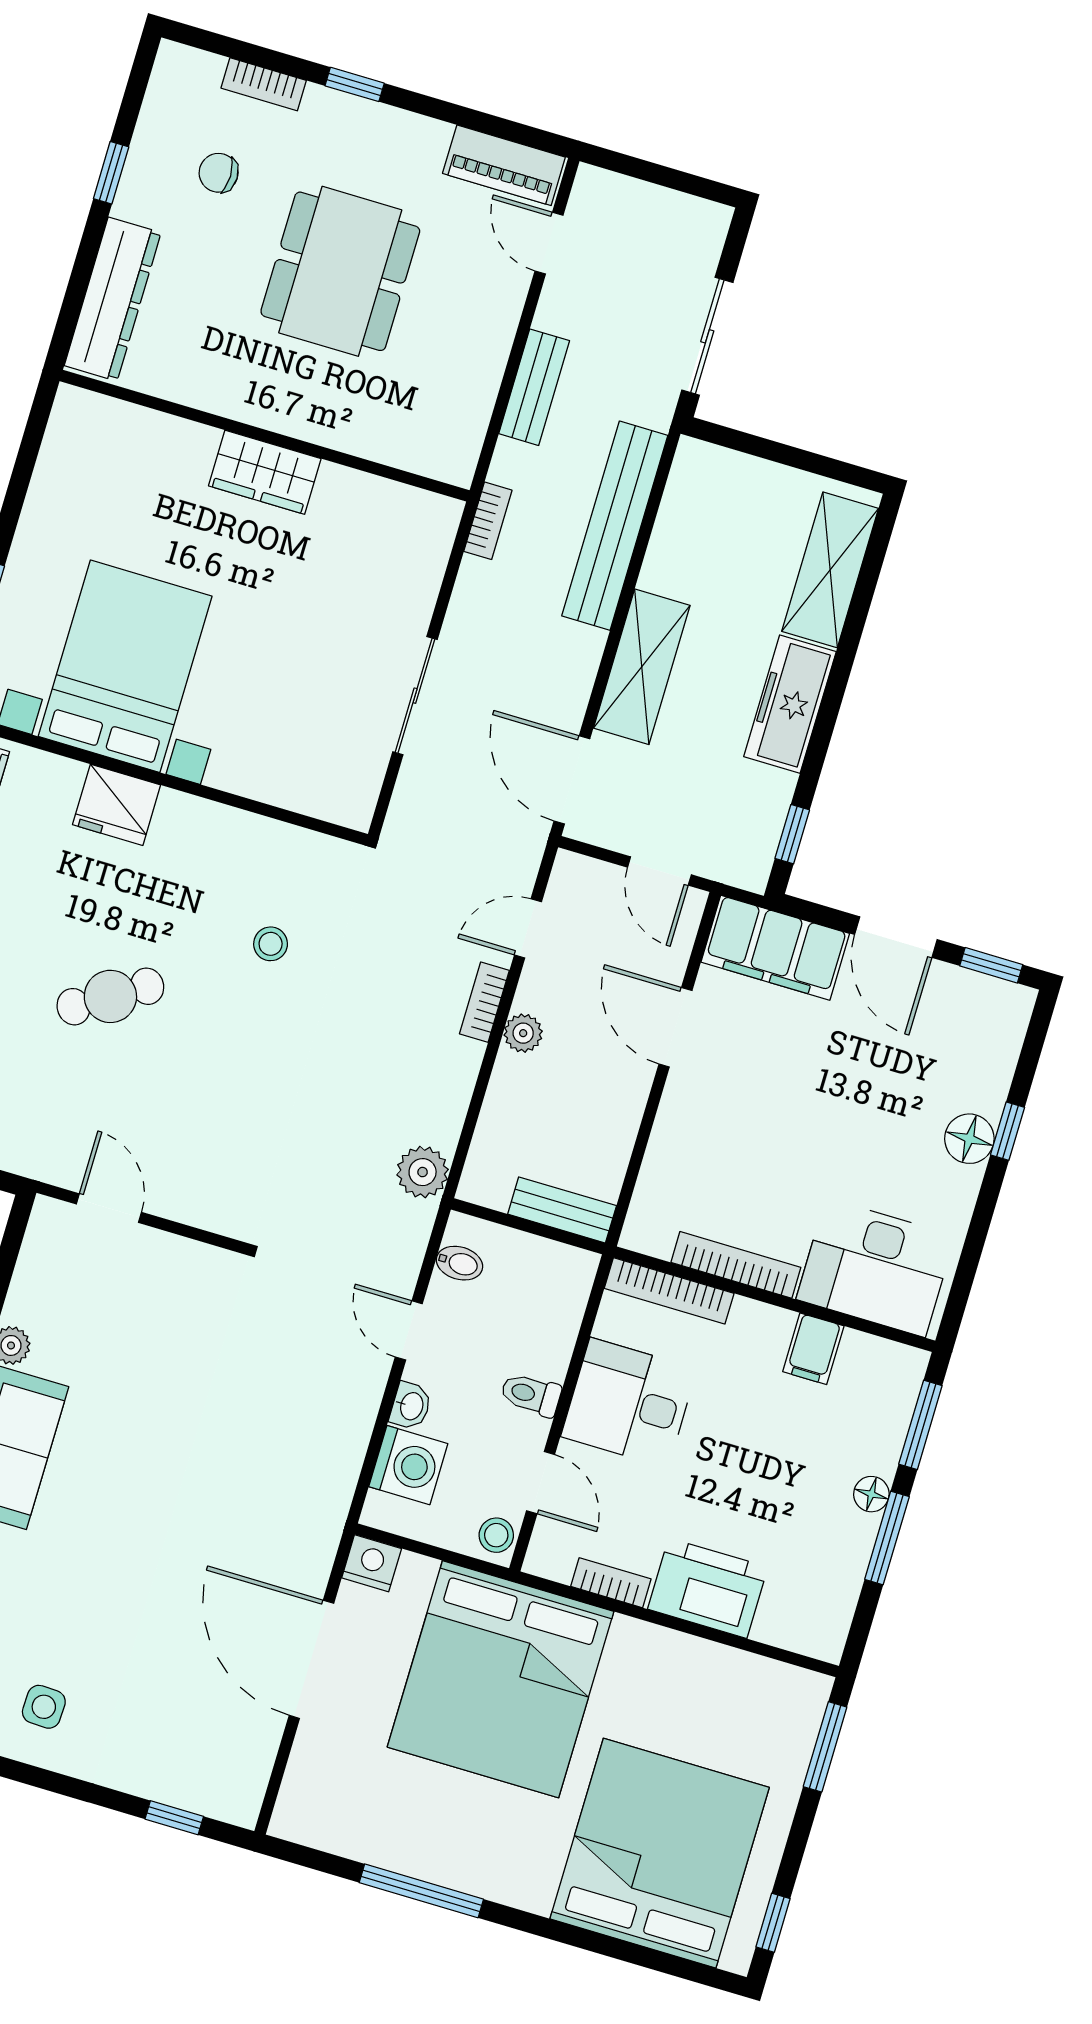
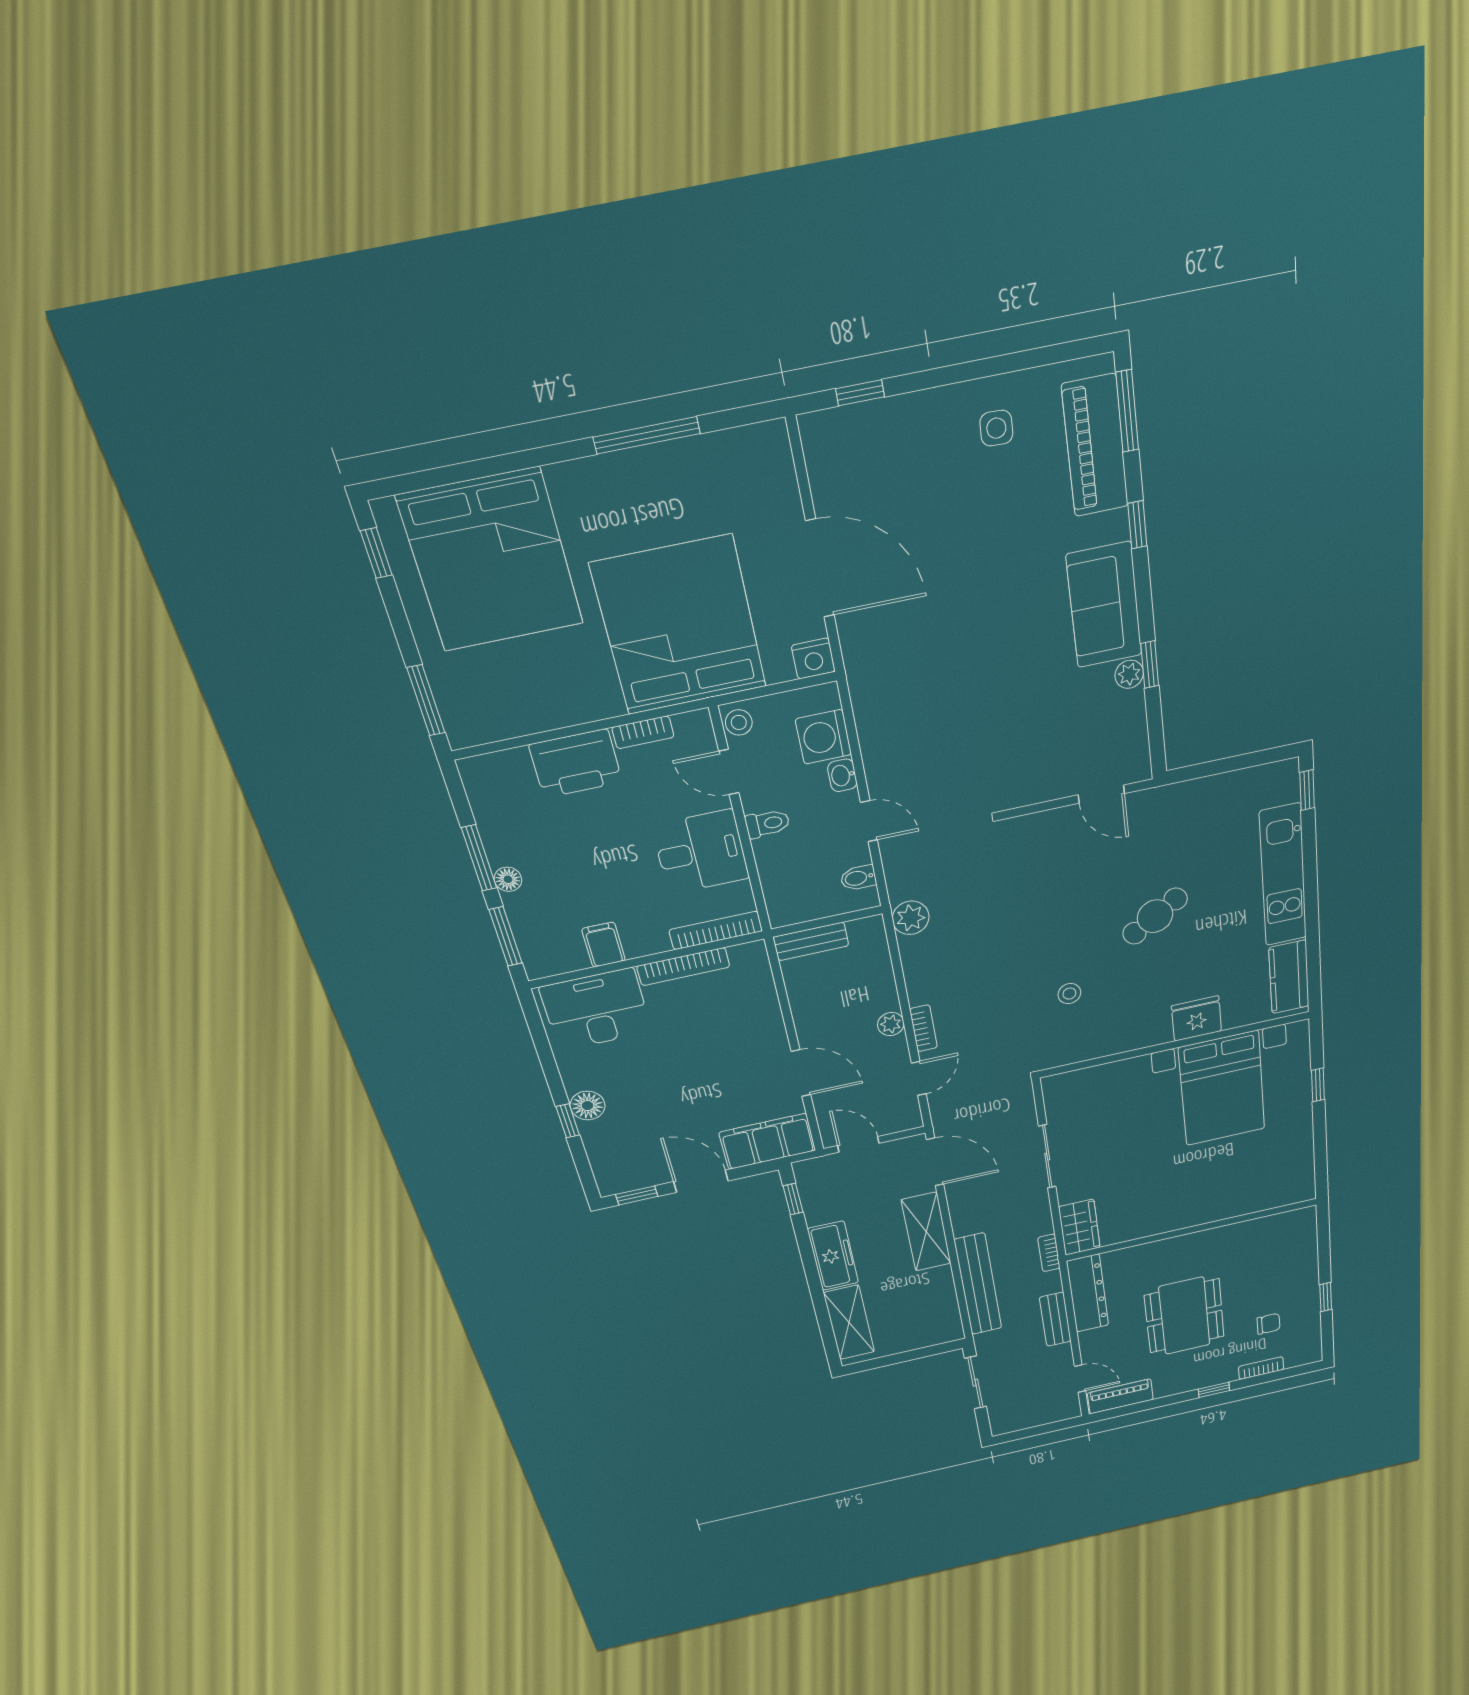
dresser: (113, 299) -> (1088, 1293), moved, turned 180
wardrobe: (265, 472) -> (1079, 1227), moved, turned 90

